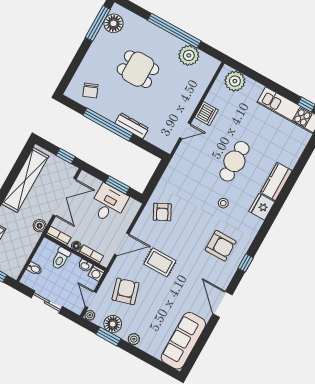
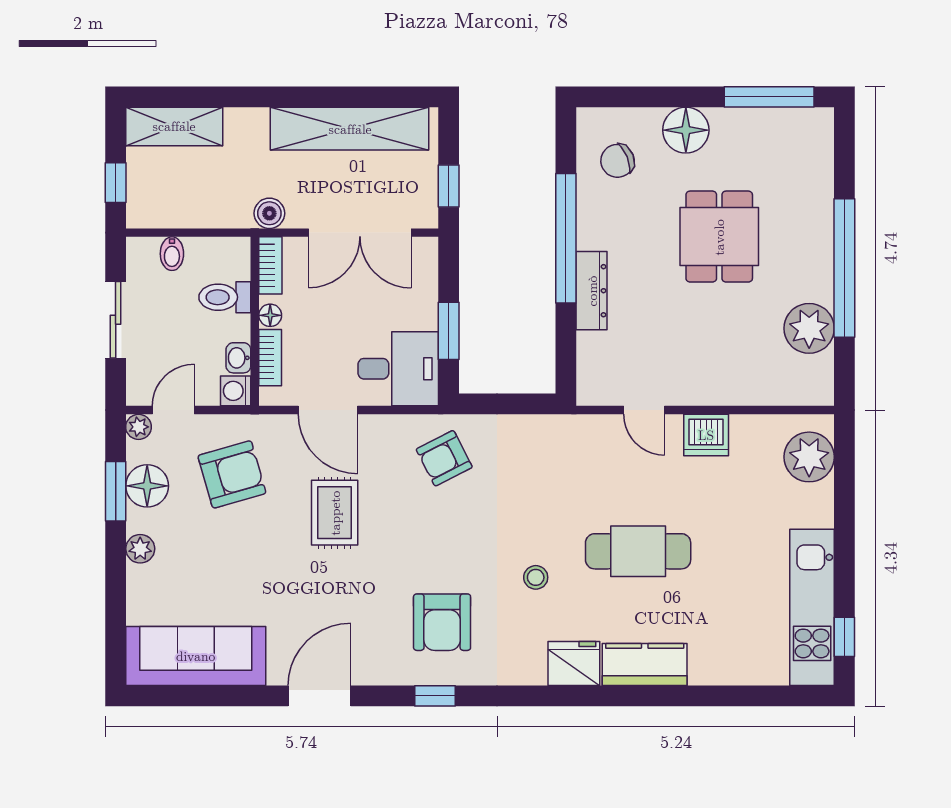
floor lamp: (113, 23) -> (686, 130), moved
desk: (108, 204) -> (398, 369), moved

